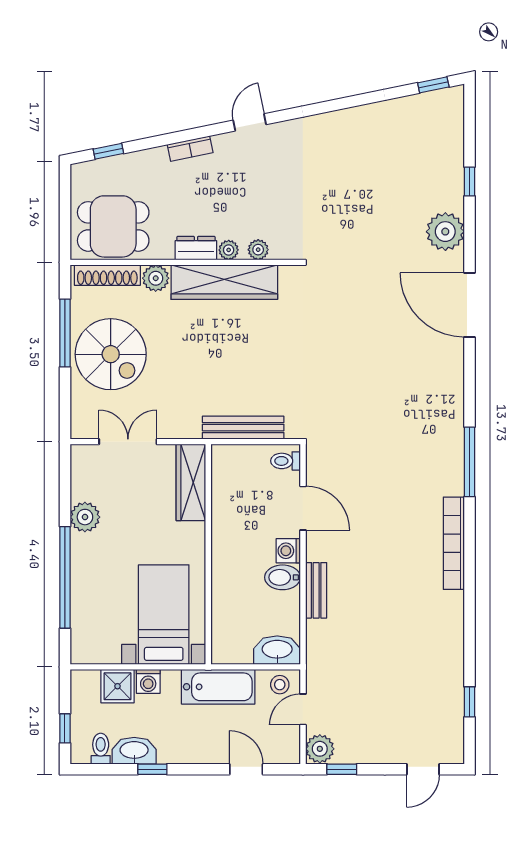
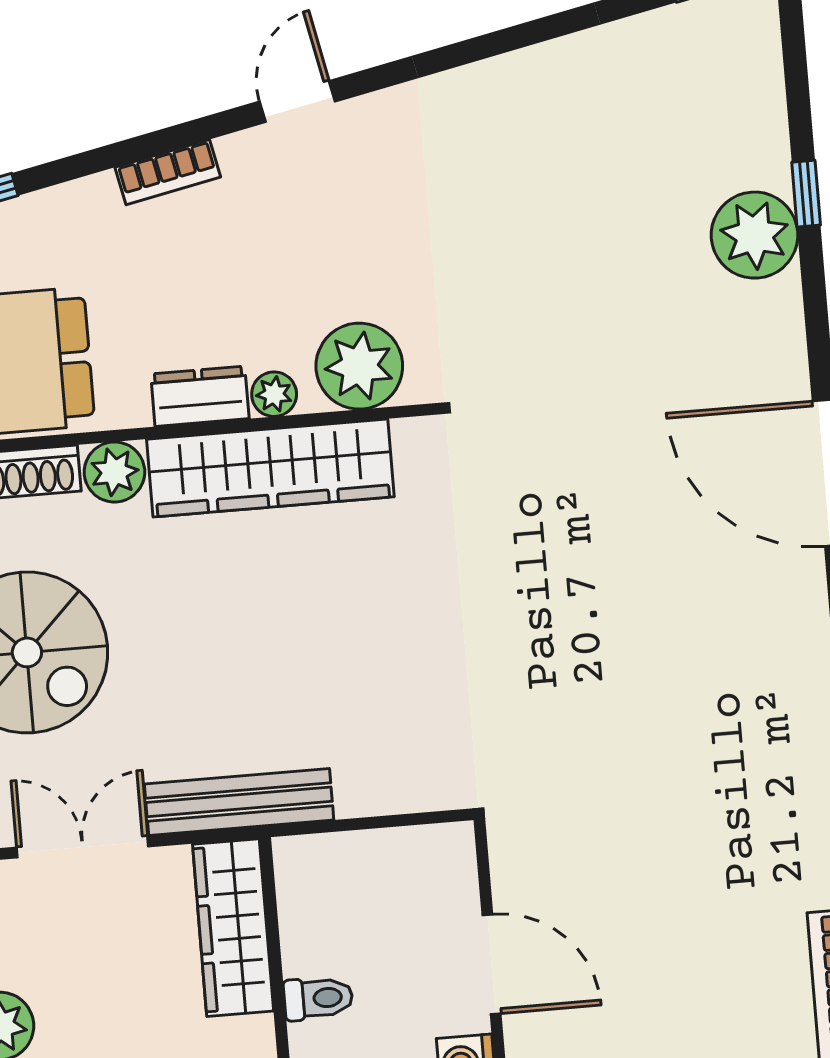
plant: (445, 232) -> (755, 235), moved
plant: (258, 250) -> (359, 366), width x1.87, depth x1.87
bench: (243, 428) -> (239, 802), moved
toilet: (286, 461) -> (318, 998), moved, turned 180

